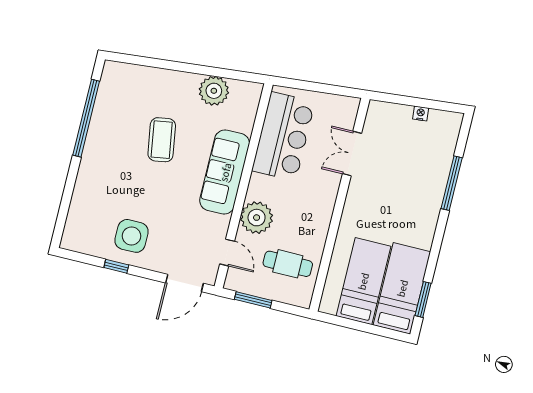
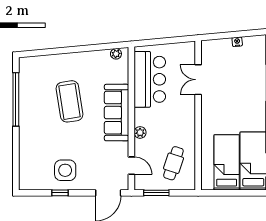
plant: (214, 91) -> (116, 54), moved, width x0.53, depth x0.53
coffee table: (162, 140) -> (70, 101), width x1.36, depth x1.32
plant: (257, 218) -> (140, 132), width x0.53, depth x0.53
cafe table: (288, 264) -> (173, 163), turned -72

